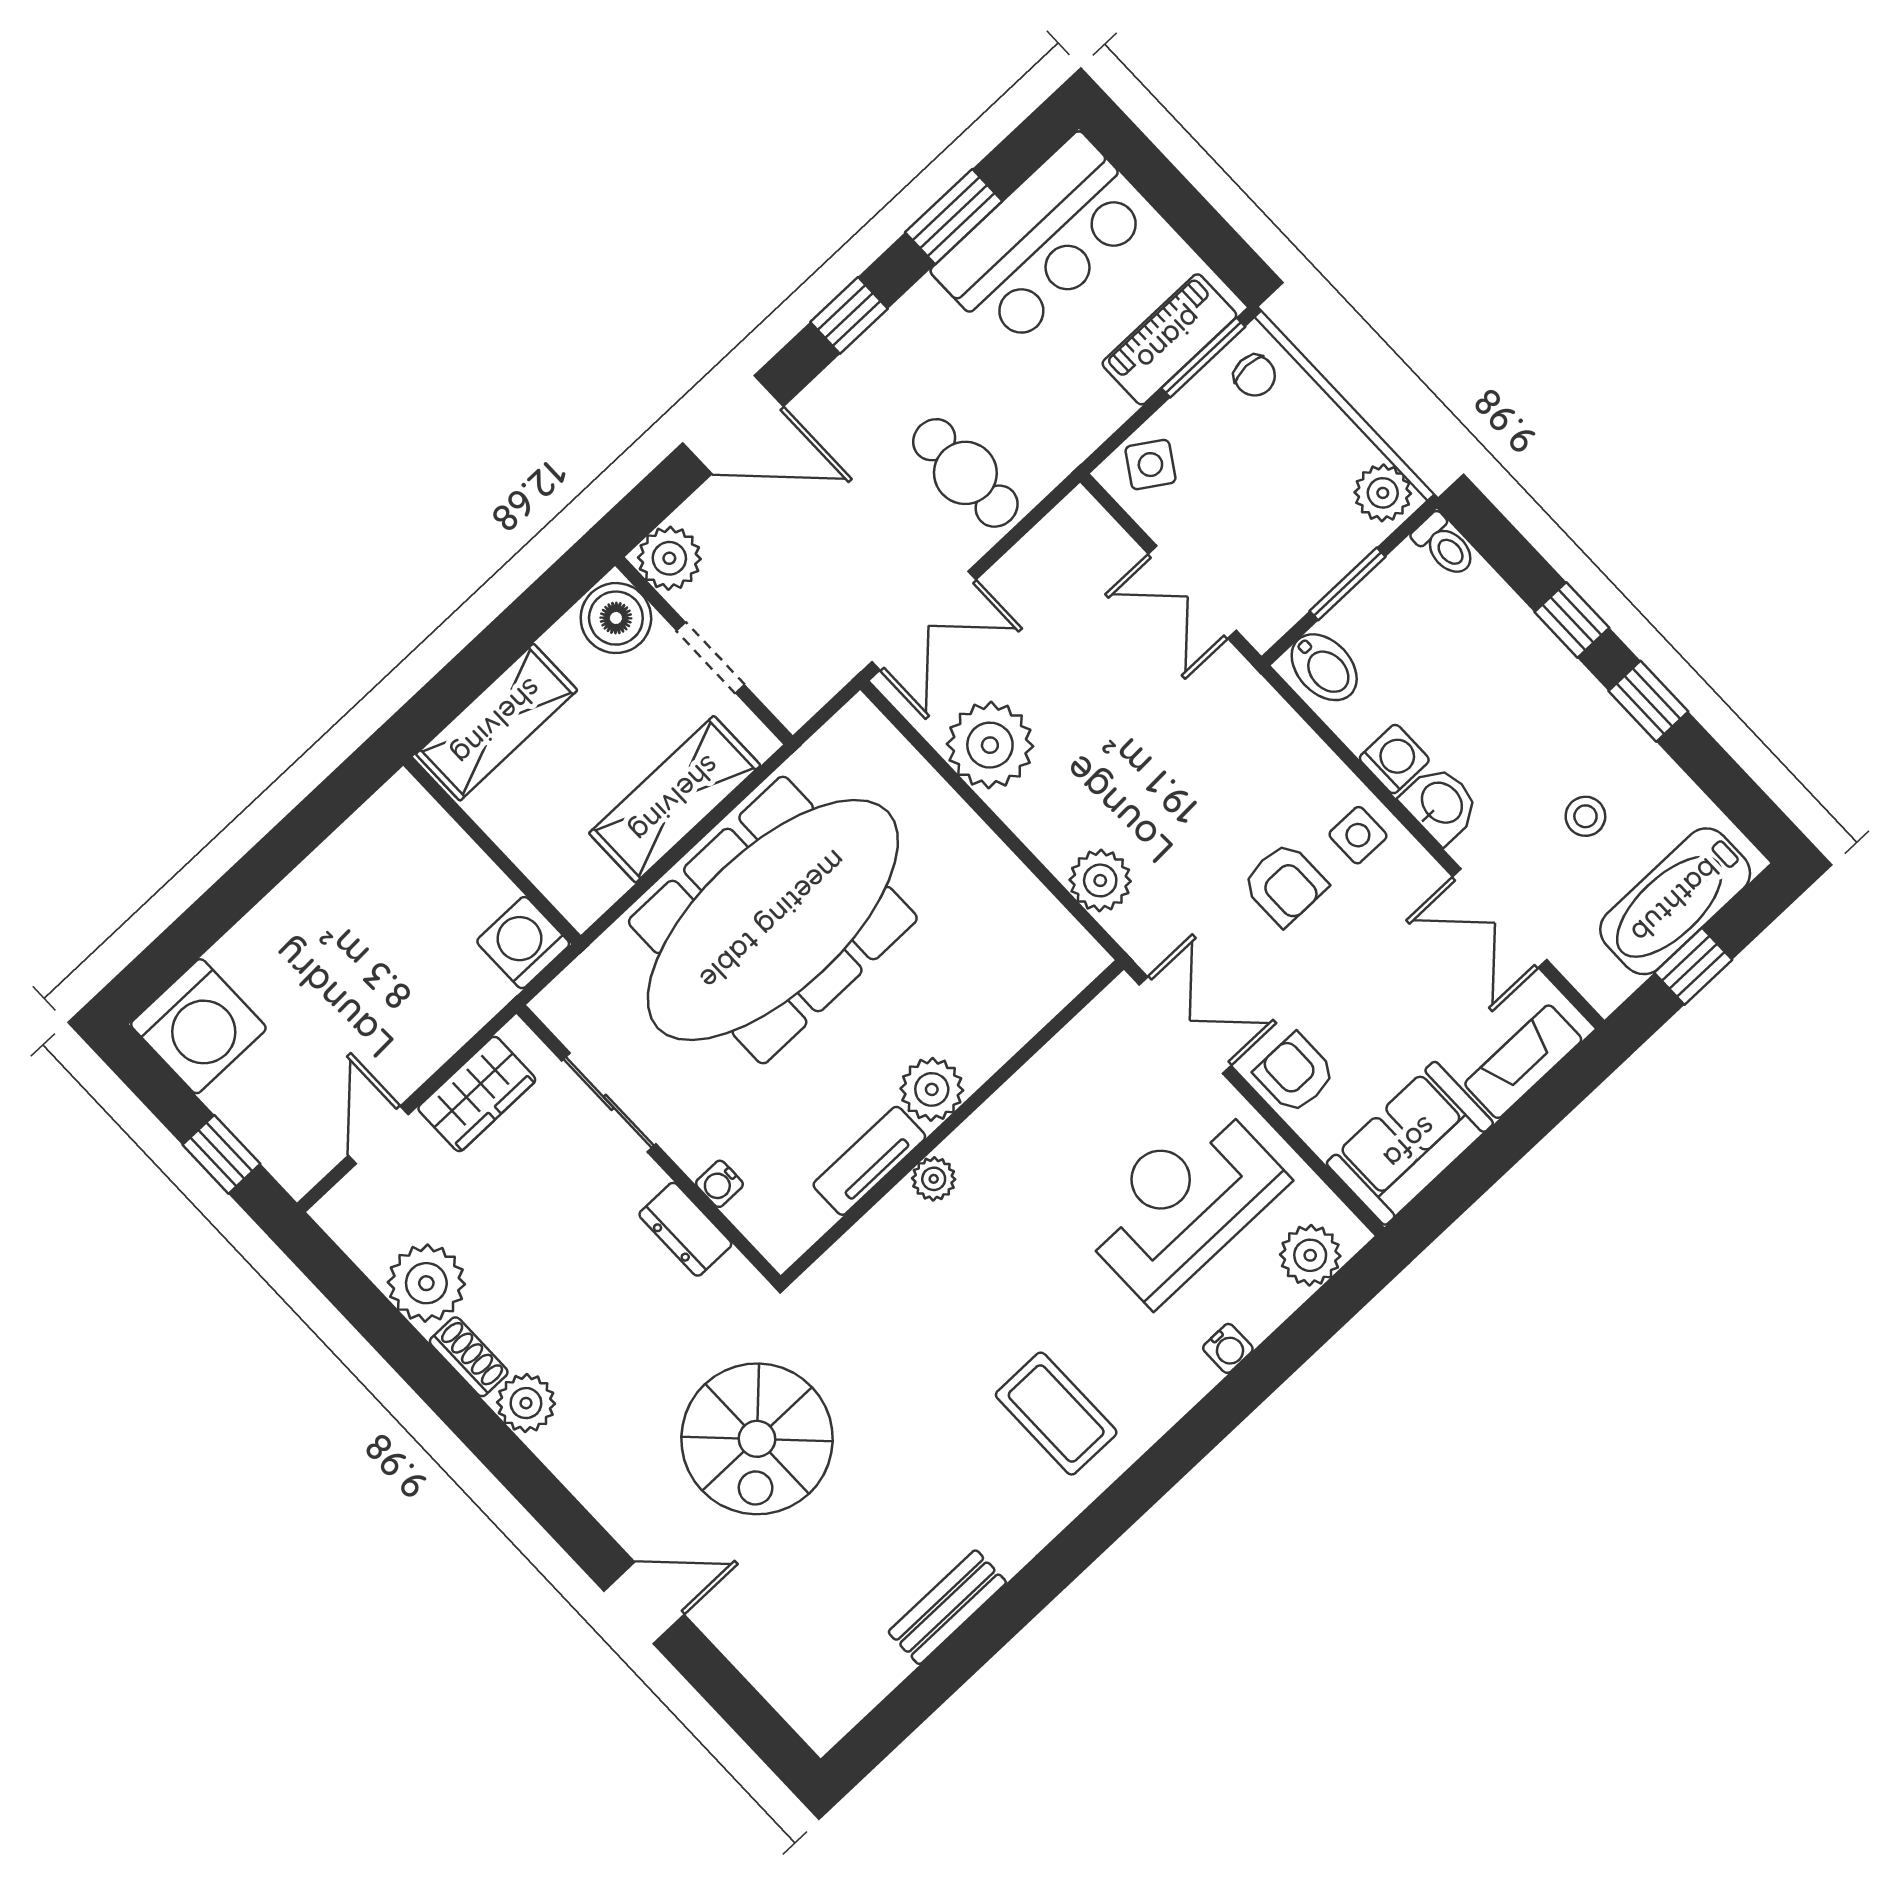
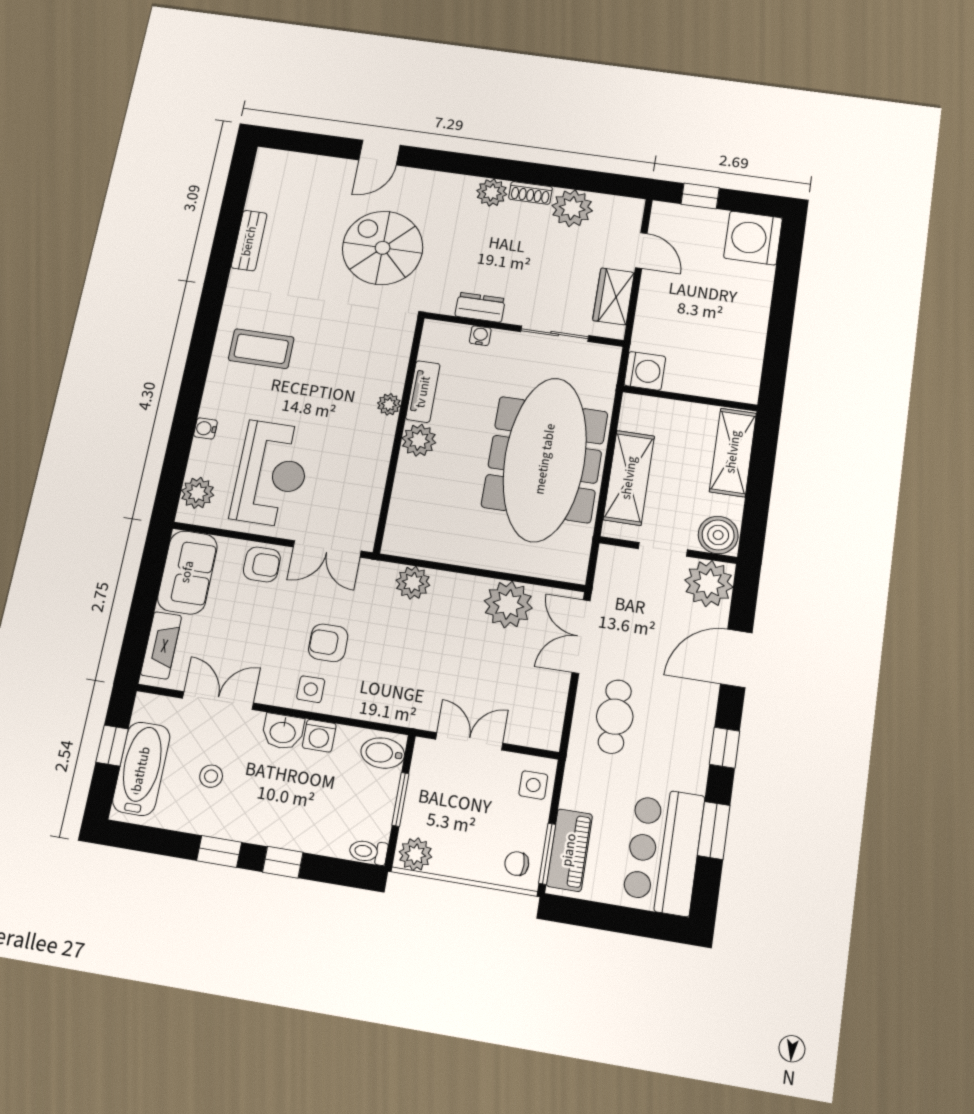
side table: (1150, 465) -> (533, 785), turned -33
cafe table: (965, 473) -> (615, 717), turned 90
plant: (669, 558) -> (709, 584), width x1.36, depth x1.36

